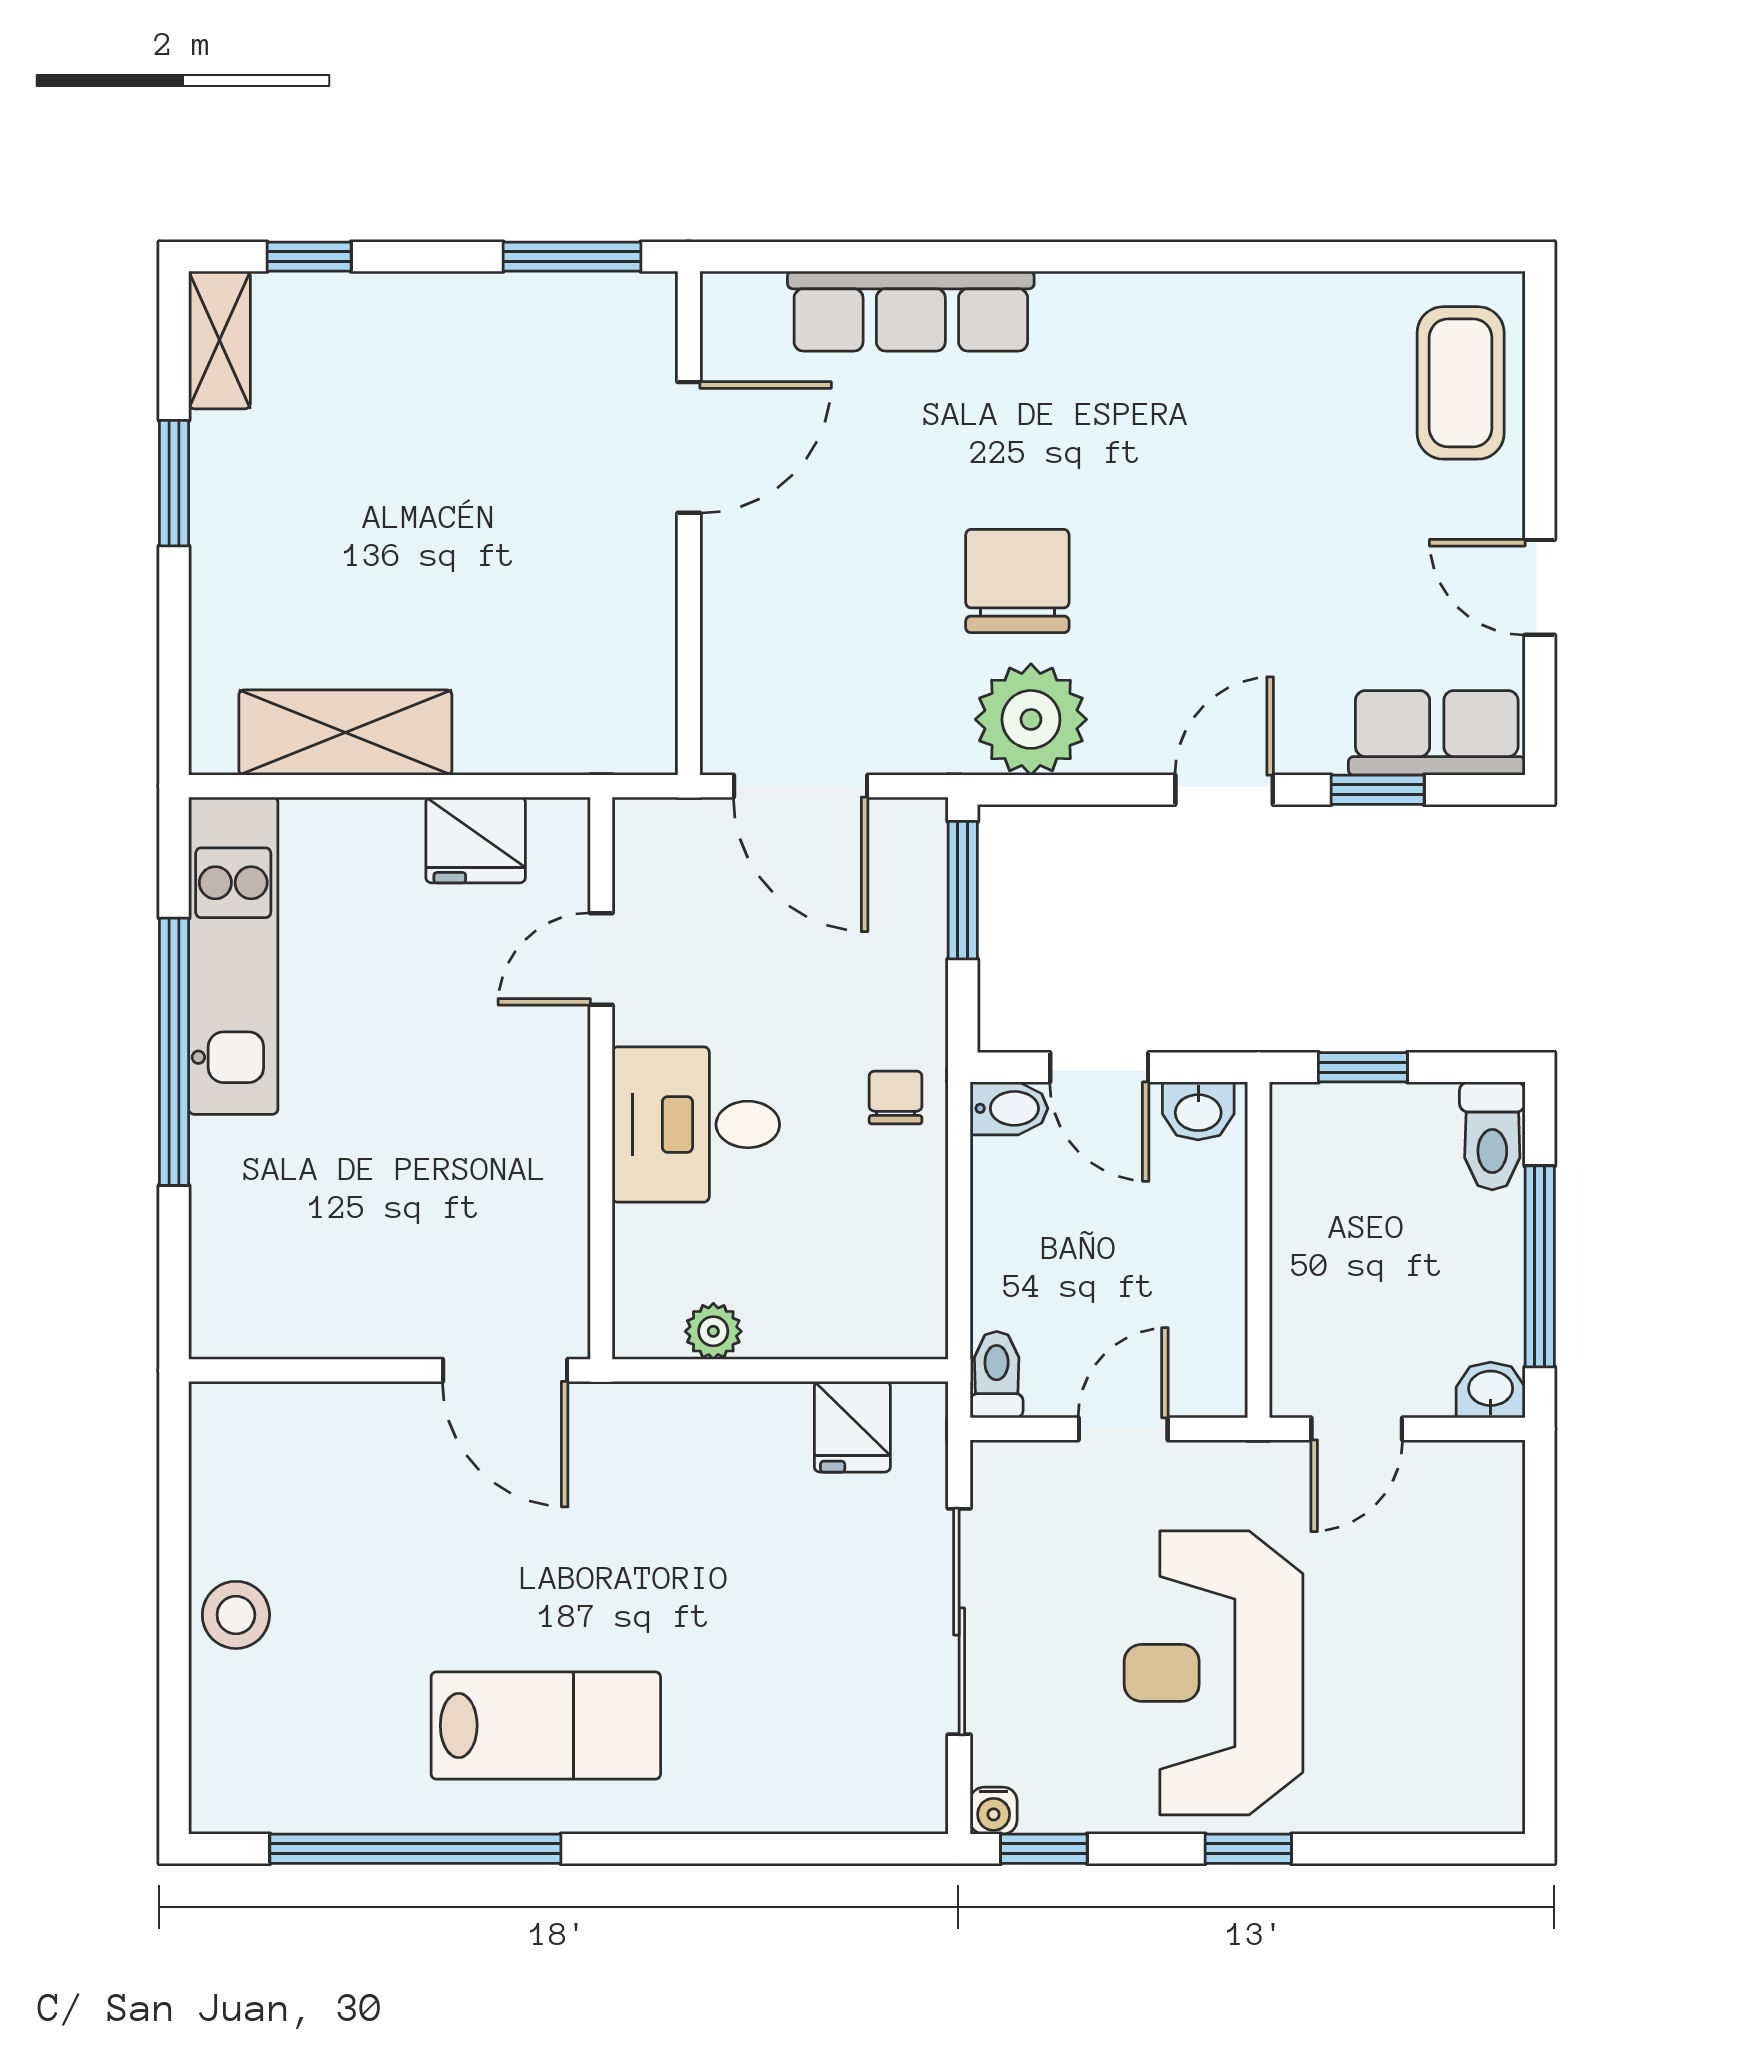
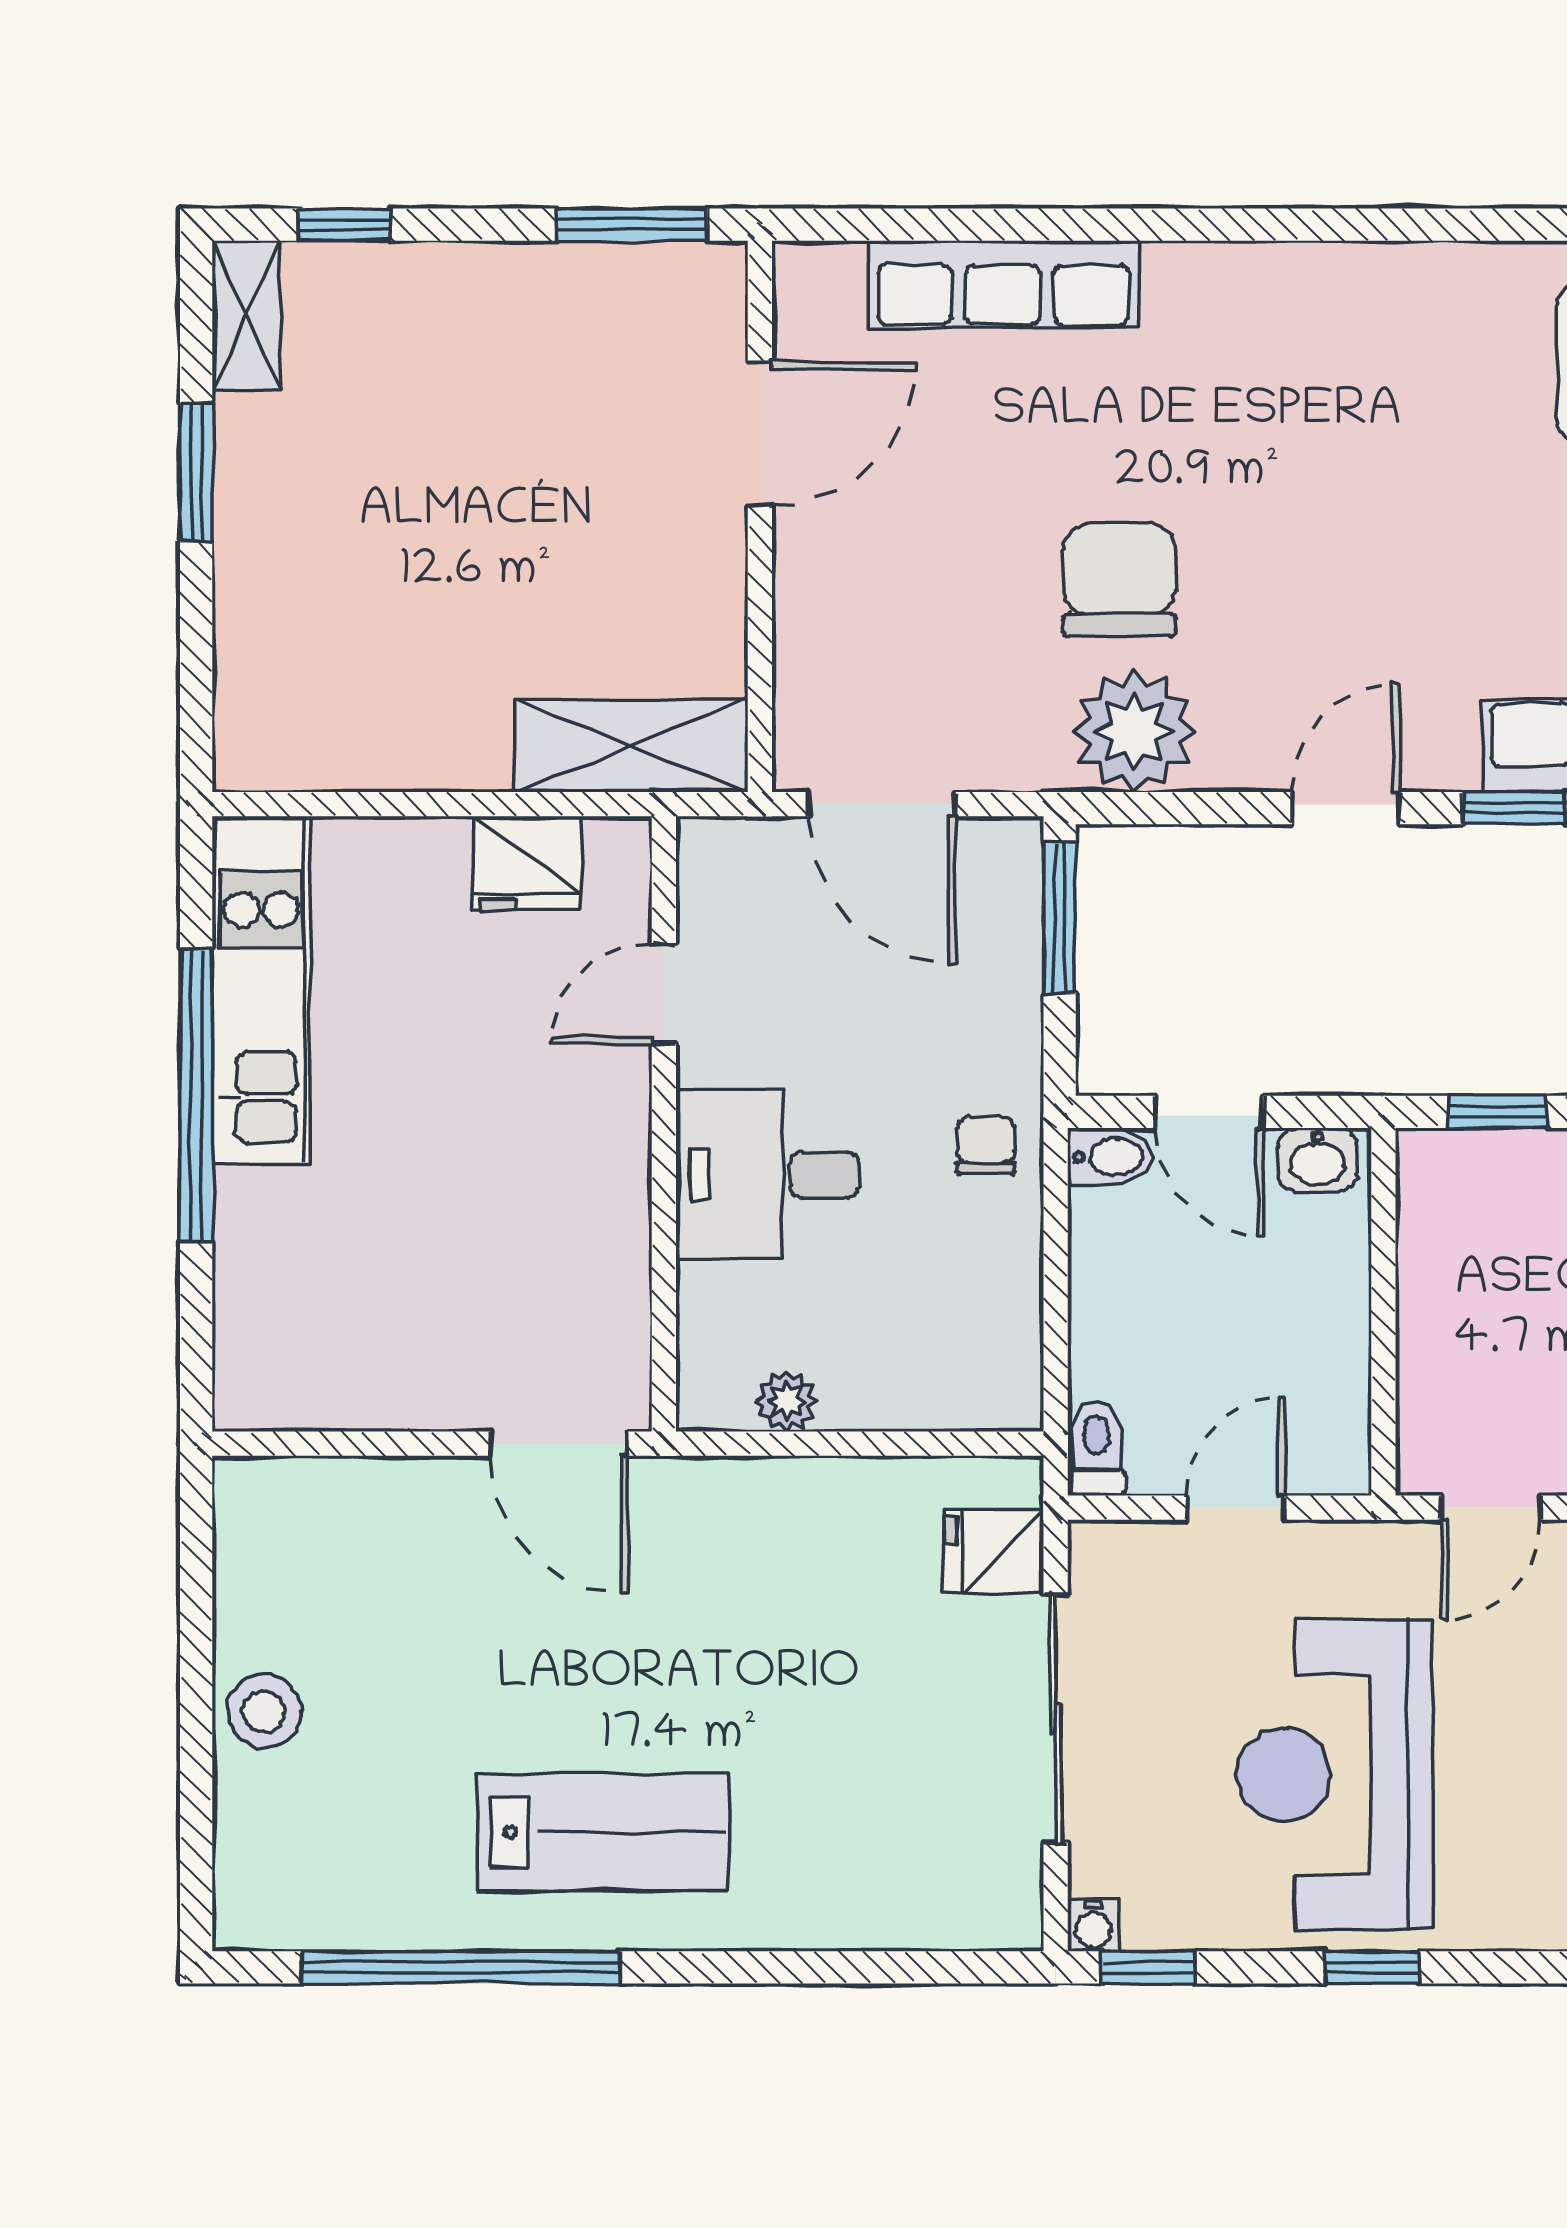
shelving: (345, 733) -> (631, 745), moved
fridge: (852, 1427) -> (994, 1552), moved, turned 90

